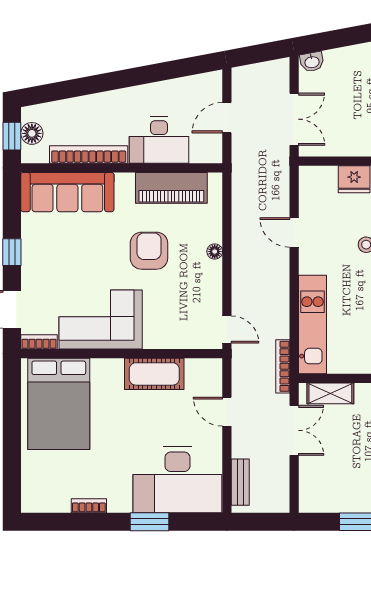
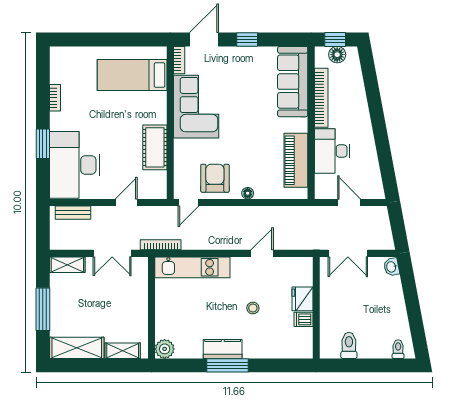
armchair: (149, 251) -> (215, 178), moved, turned -90
shelving: (330, 393) -> (67, 265), moved, turned 90
bed: (59, 404) -> (132, 75), width x0.67

